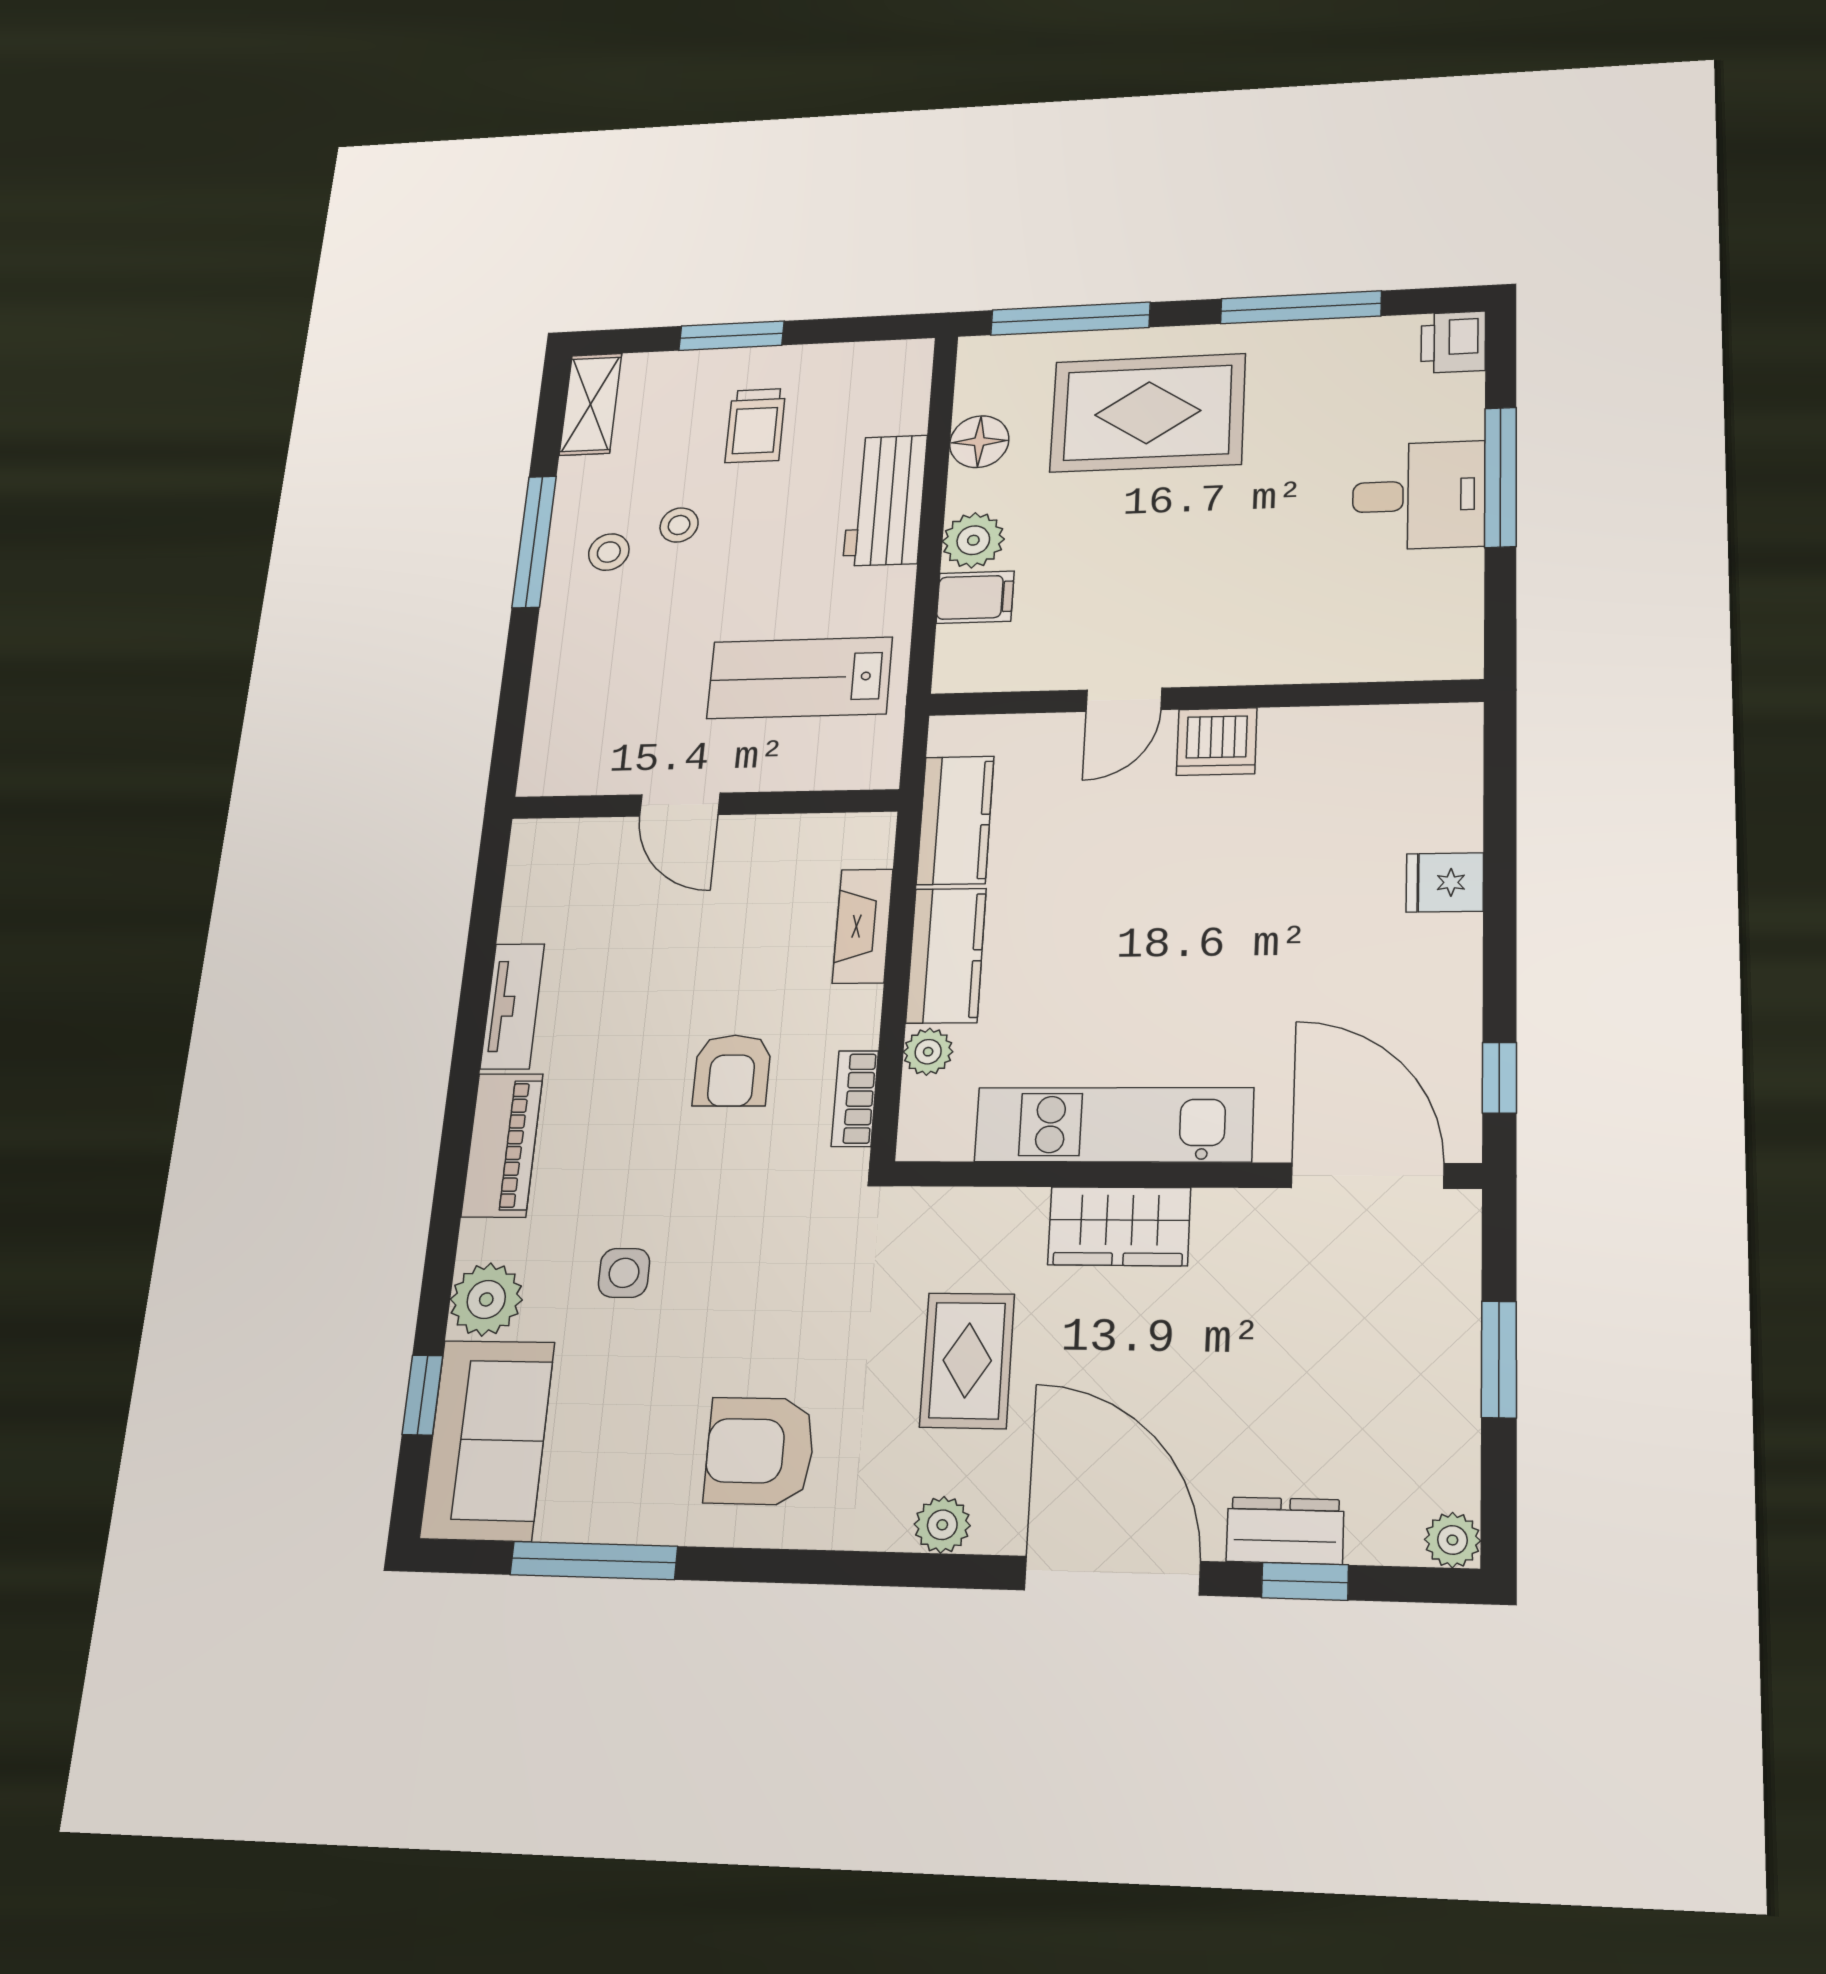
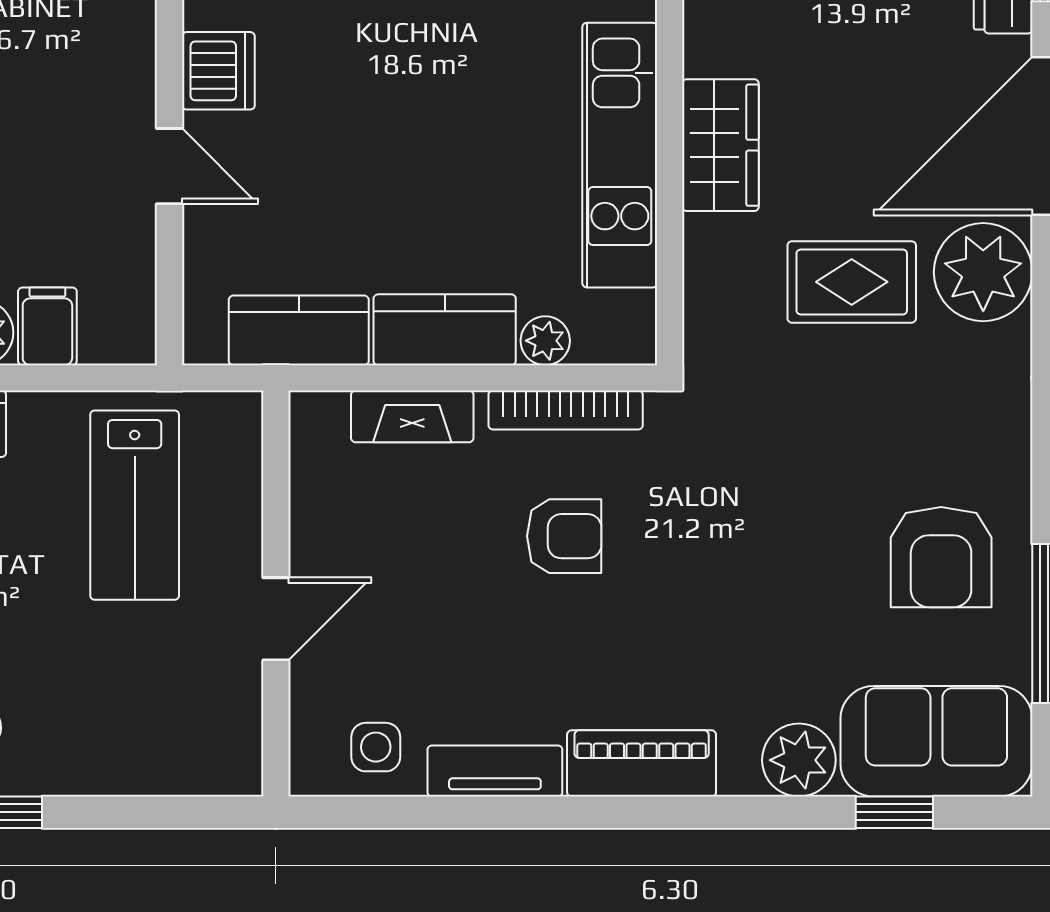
bookcase: (855, 1099) -> (566, 410), width x1.56
side table: (624, 1273) -> (376, 747), moved
armchair: (760, 1451) -> (941, 557), moved
plant: (942, 1525) -> (983, 272), width x1.88, depth x1.88

